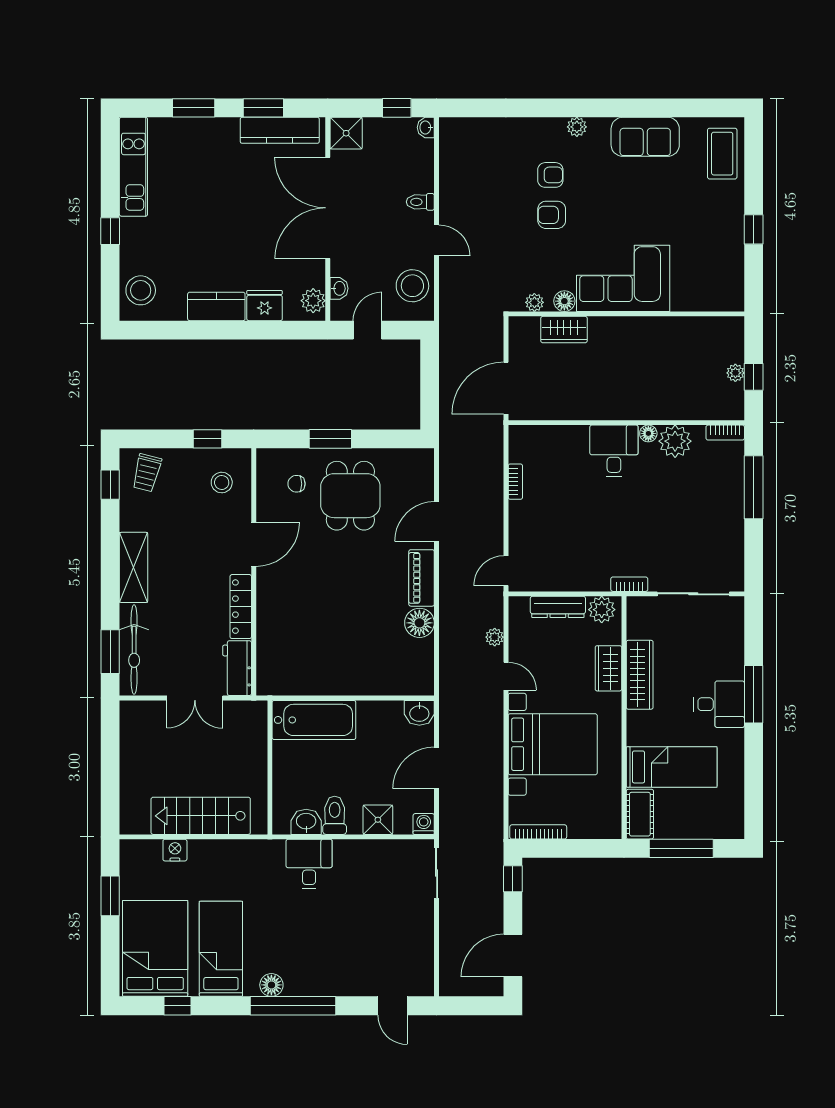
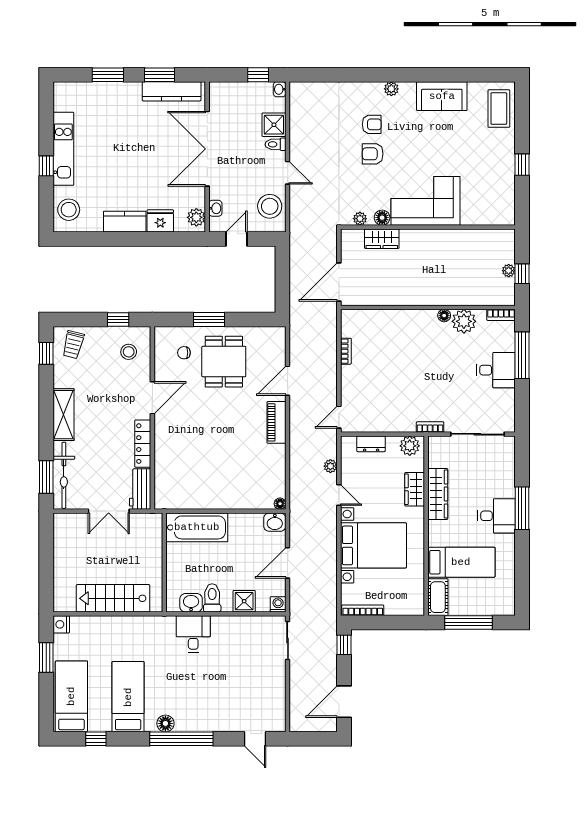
shower: (346, 133) -> (274, 125), moved
kitchen unit: (133, 167) -> (63, 149), moved
desk: (614, 451) -> (496, 370), moved, turned 90
dresser: (558, 607) -> (371, 444), width x0.70
floor lamp: (419, 623) -> (280, 504), moved, width x0.53, depth x0.53
nightstand: (175, 850) -> (61, 624), moved, turned -90
bed: (155, 948) -> (71, 696), width x0.67

